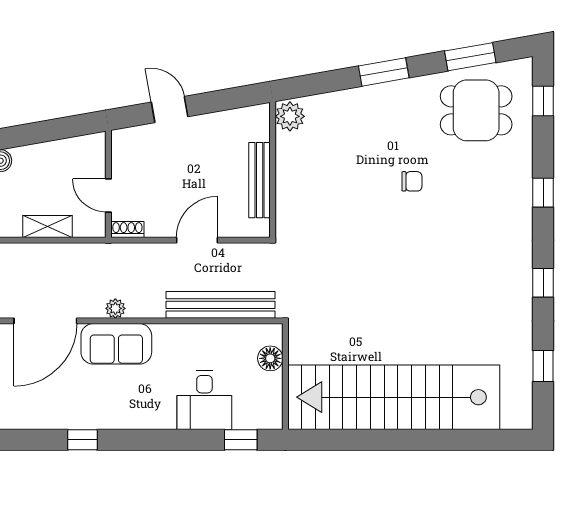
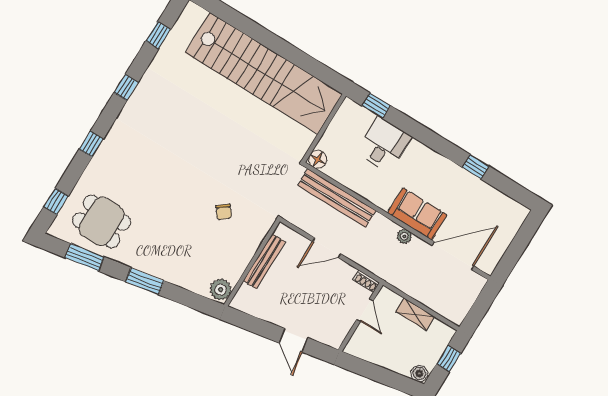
chair: (412, 181) -> (224, 212), moved, turned -128
floor lamp: (270, 358) -> (318, 159), moved

